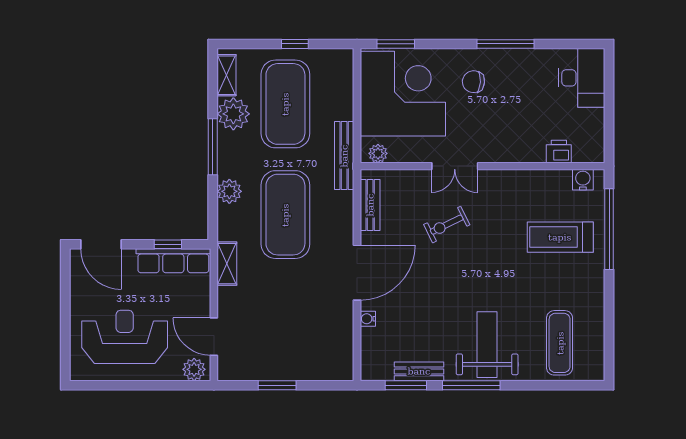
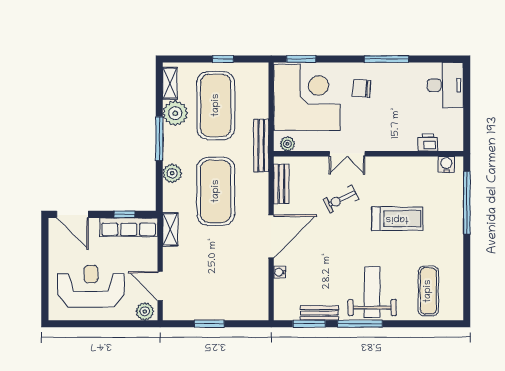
treadmill: (560, 237) -> (397, 219), moved, turned 180

